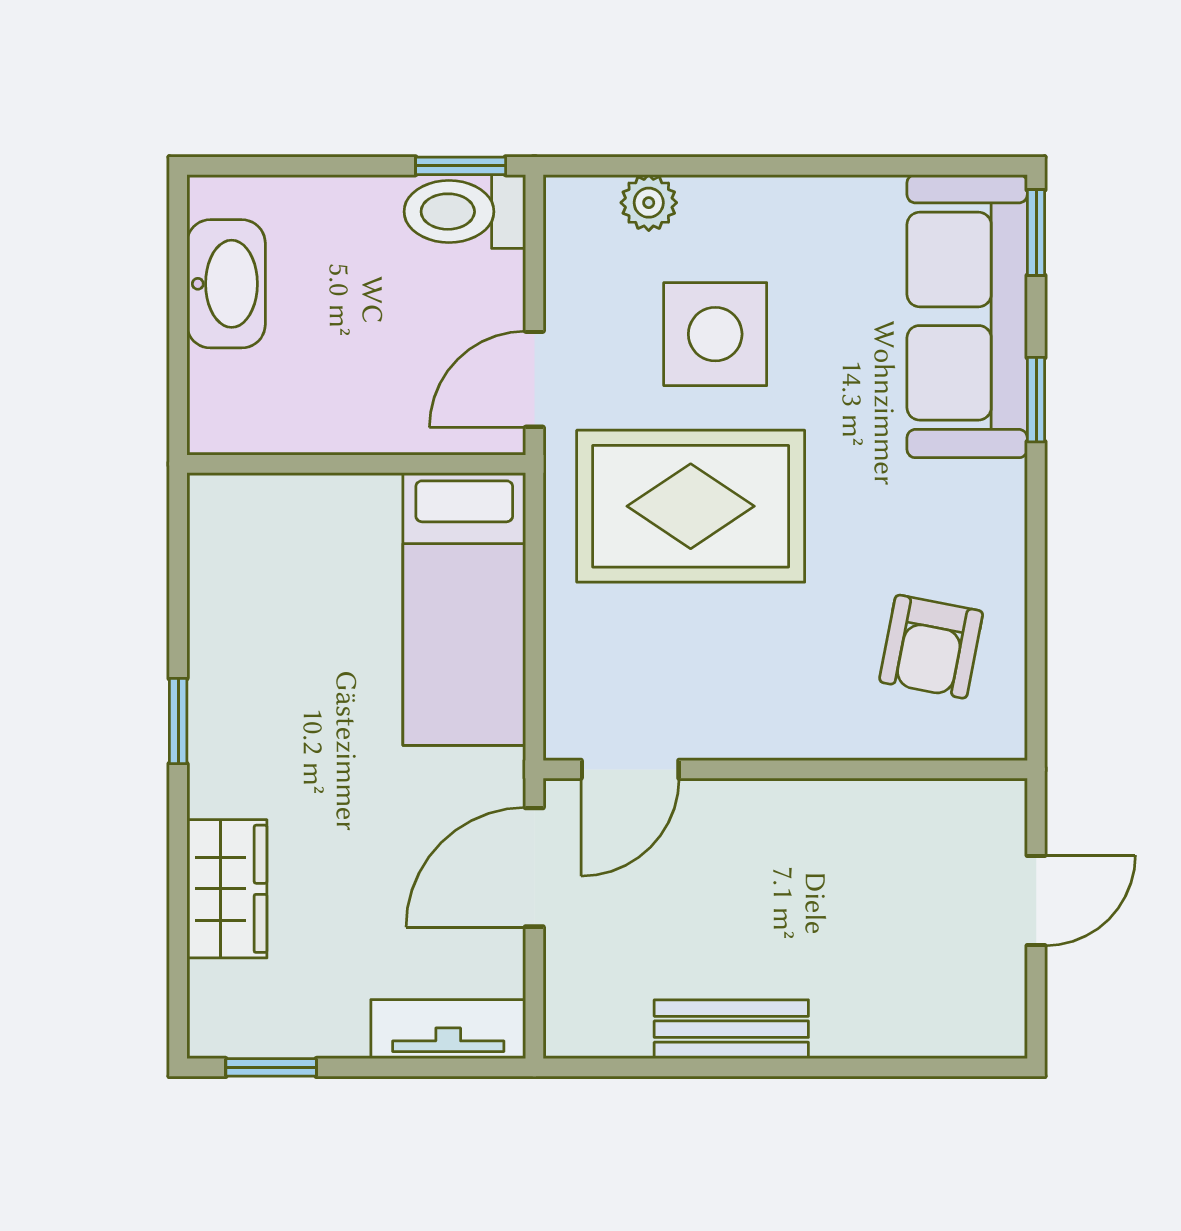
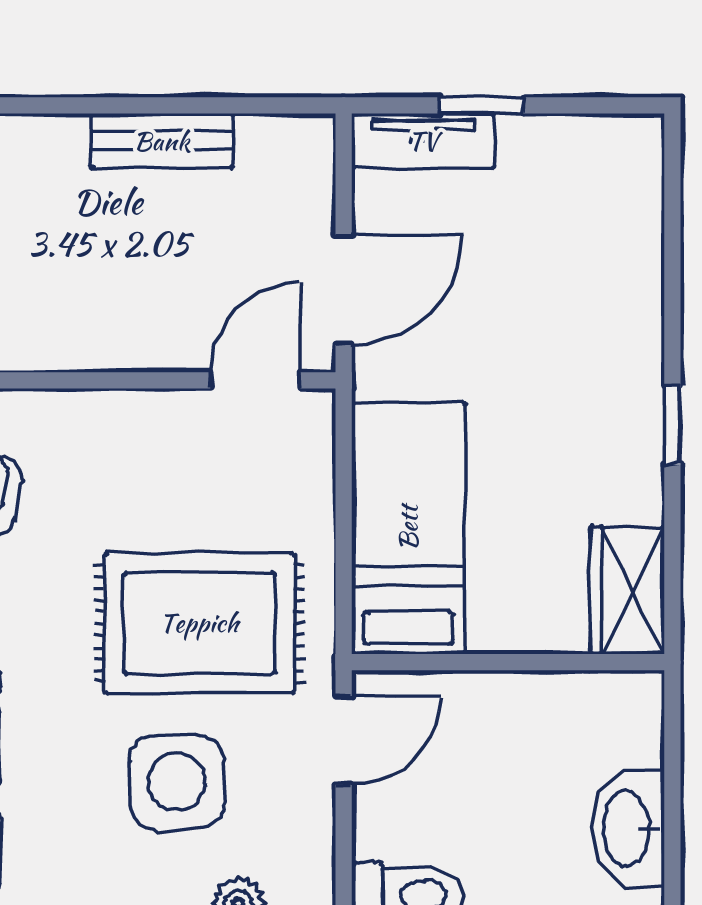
wardrobe: (227, 889) -> (627, 590), moved
window: (271, 1067) -> (481, 105), moved

